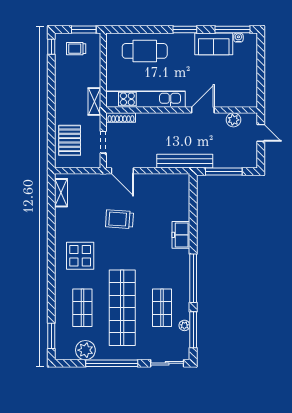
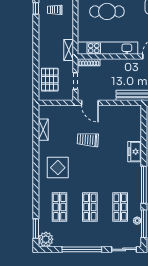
shelving: (61, 193) -> (43, 130), moved
shop shelf: (122, 308) -> (90, 207), width x0.50, depth x0.74
plant: (85, 350) -> (46, 239), moved

